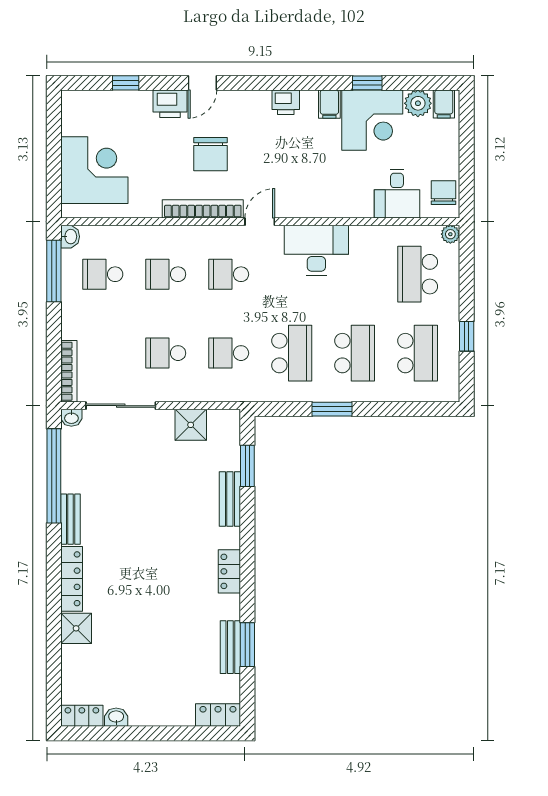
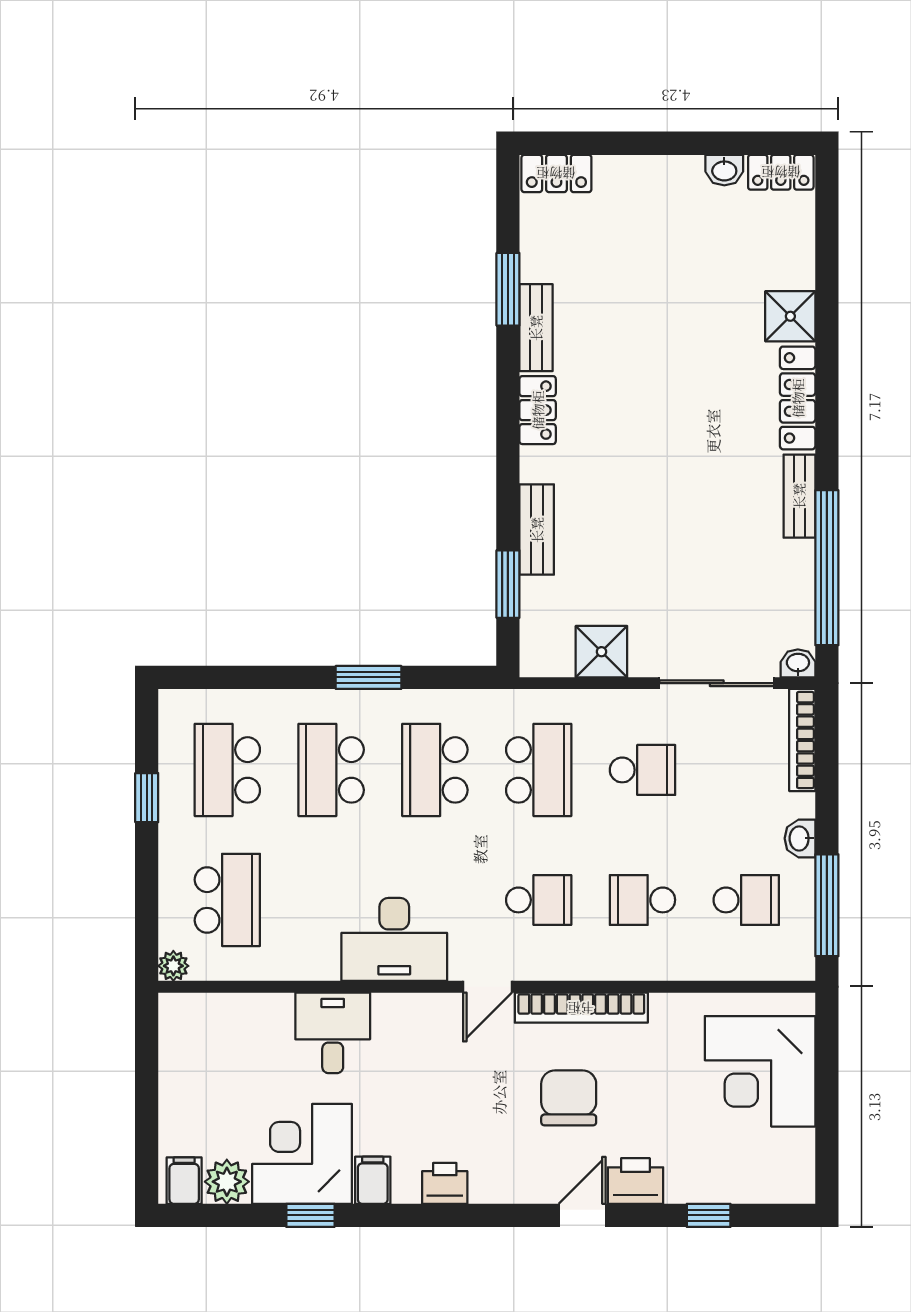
chair: (443, 193) -> (185, 1034), removed
desk: (397, 194) -> (333, 1033), moved
washbasin: (70, 237) -> (800, 838), moved
school desk: (166, 274) -> (642, 900), turned 180
school desk: (229, 353) -> (539, 770), width x1.85
bench: (230, 647) -> (536, 328), moved

